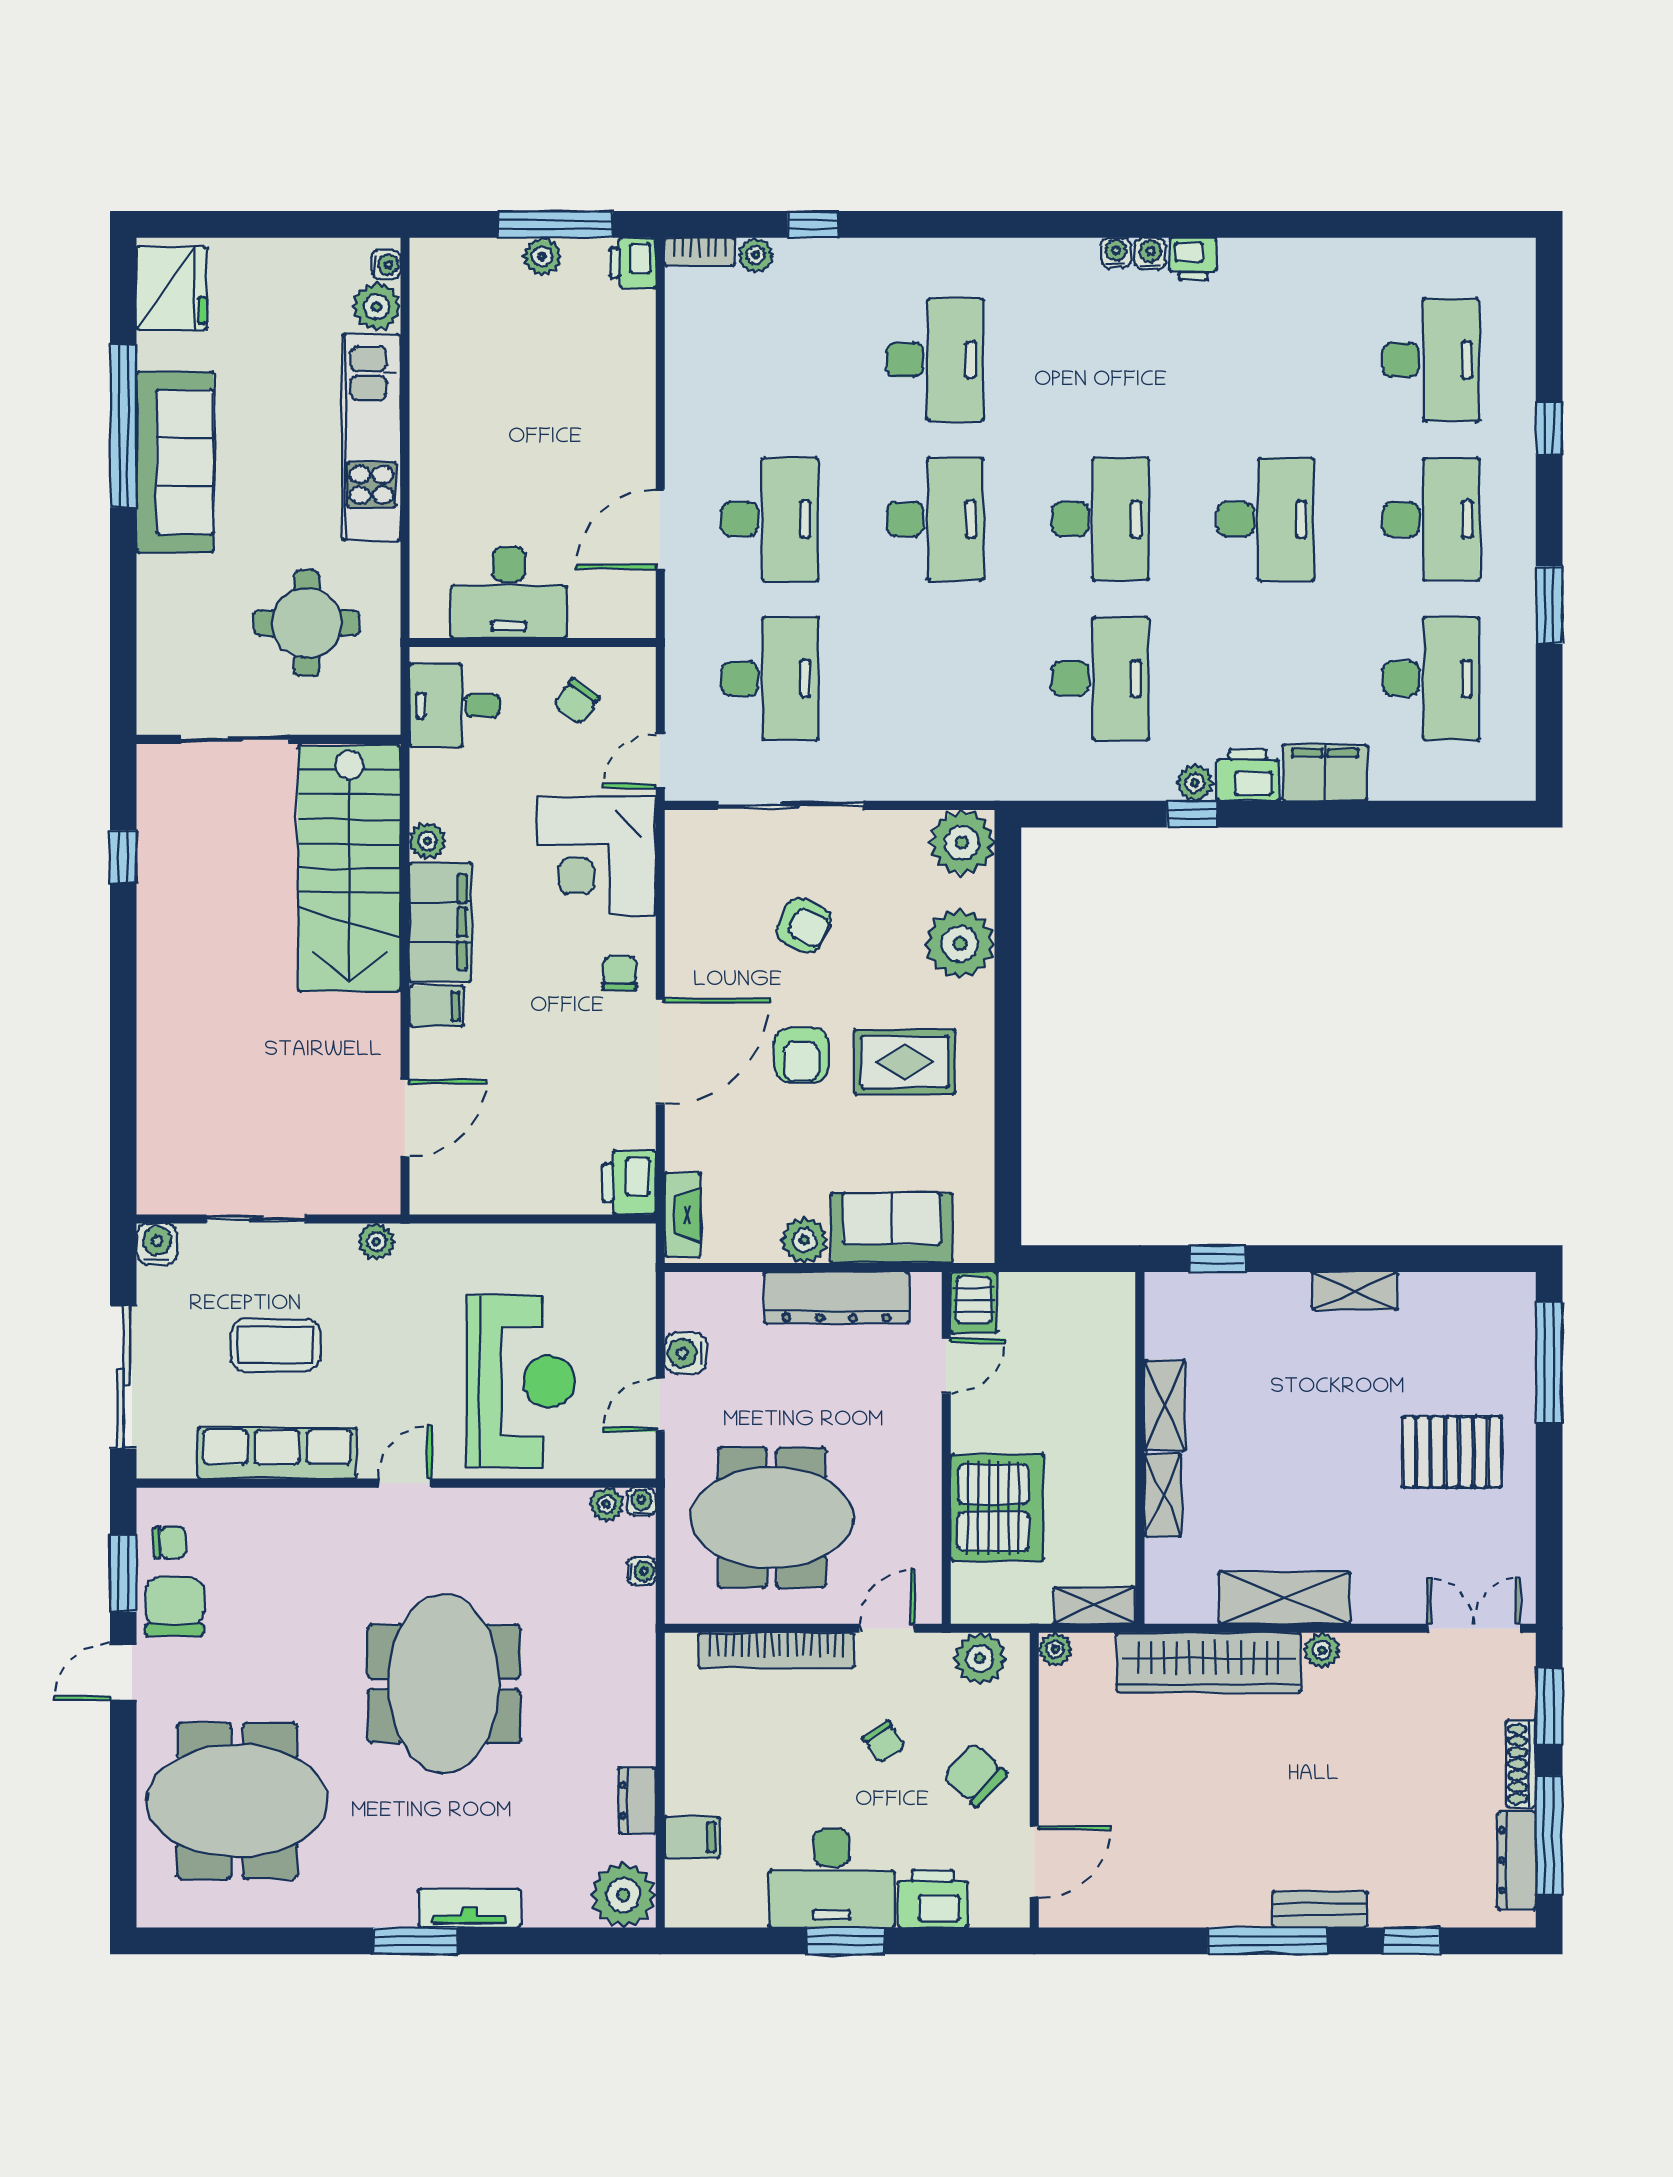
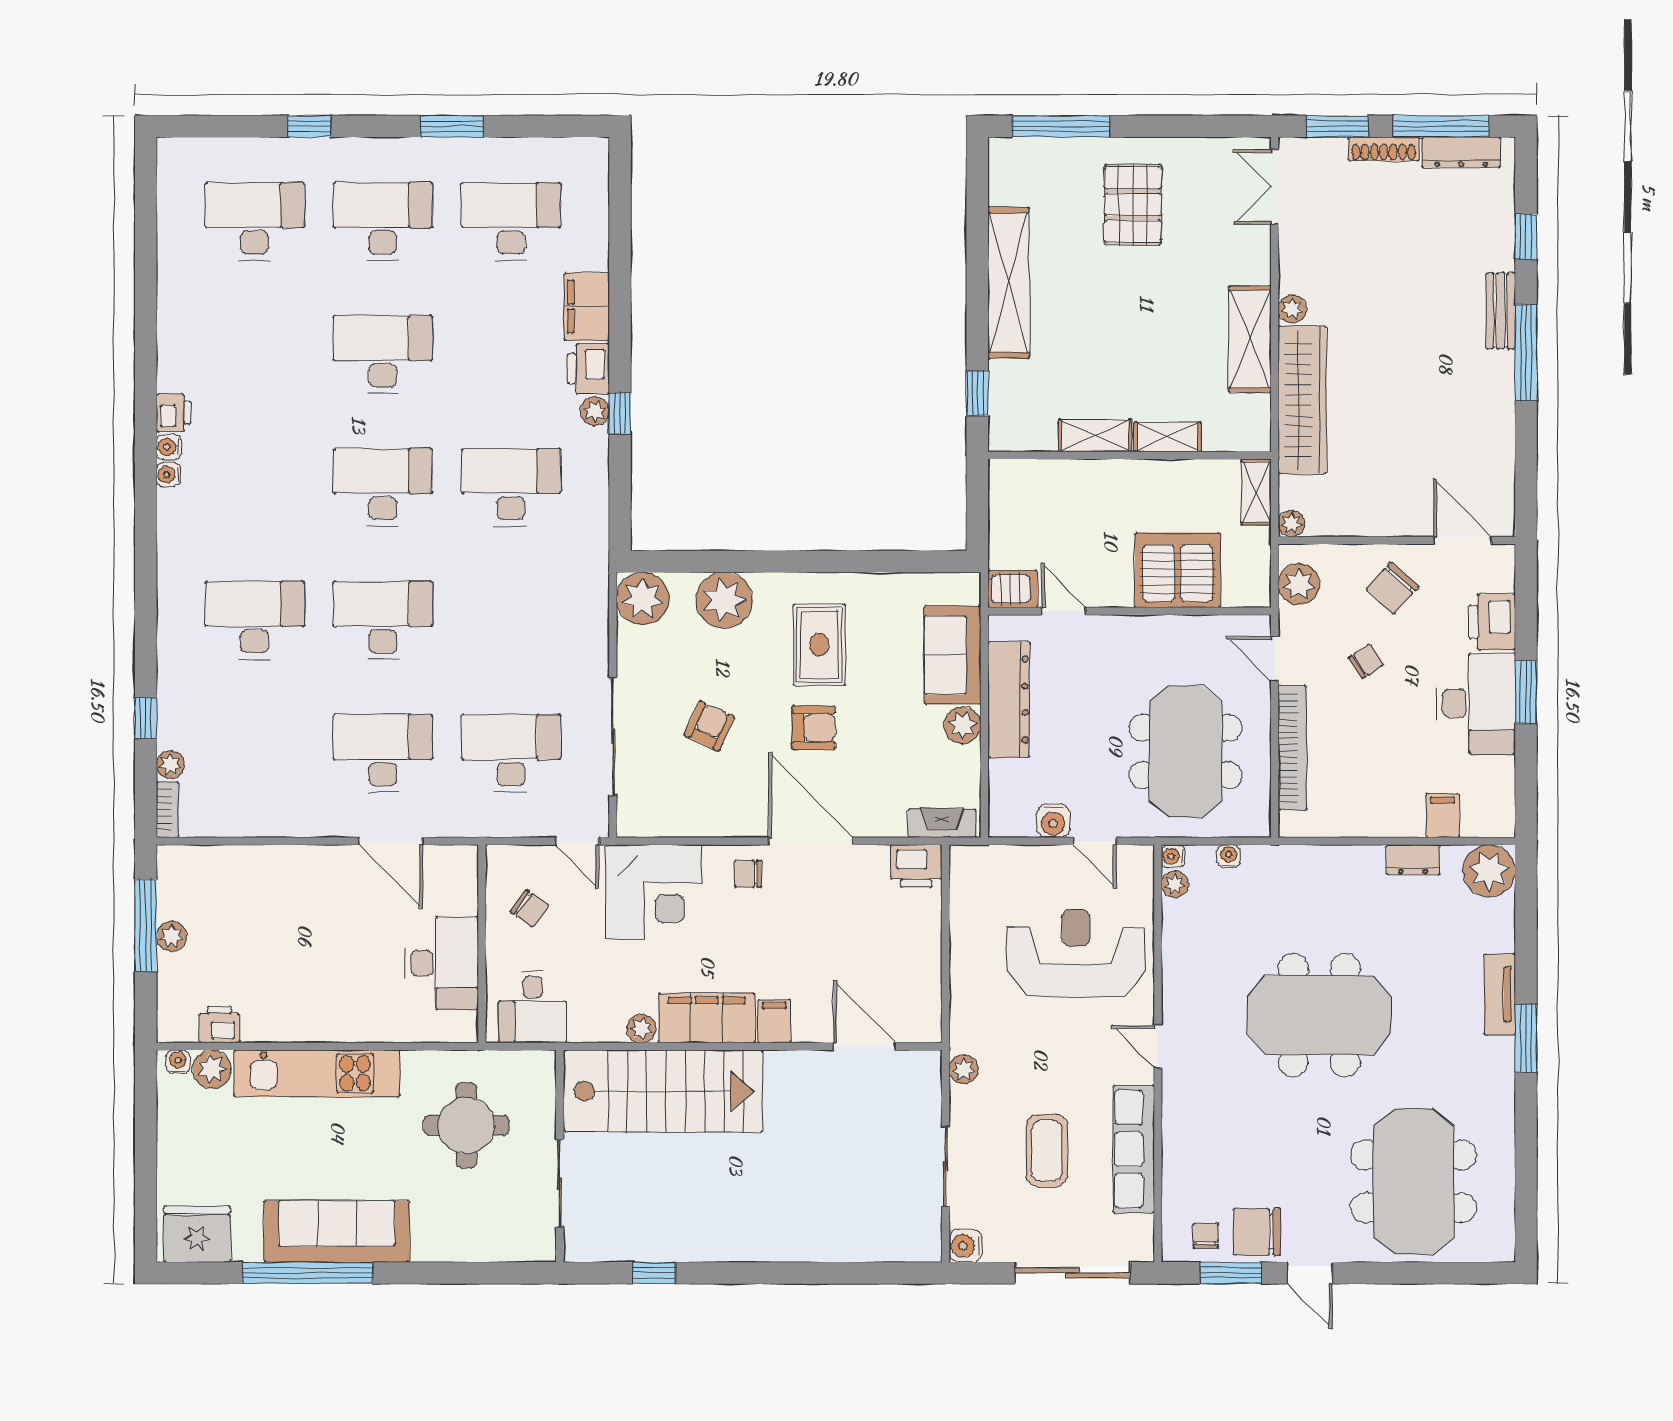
printer: (633, 263) -> (219, 1025), moved, turned 180
shelving: (1355, 1291) -> (1009, 283), width x2.20, depth x1.33

